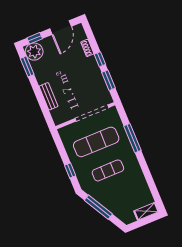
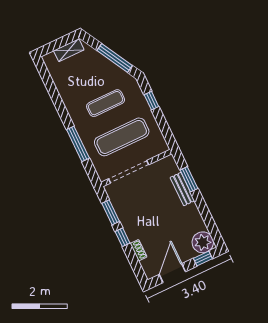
window: (27, 66) -> (189, 179), moved
shelving: (146, 211) -> (69, 50), moved

